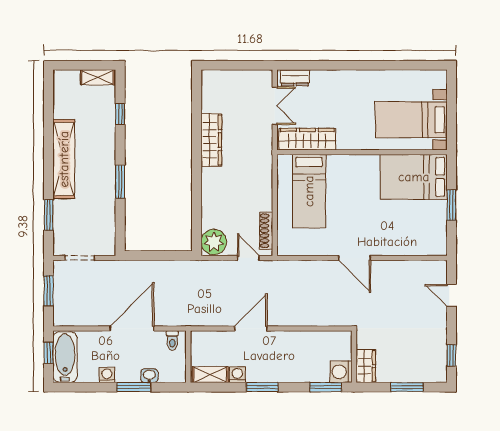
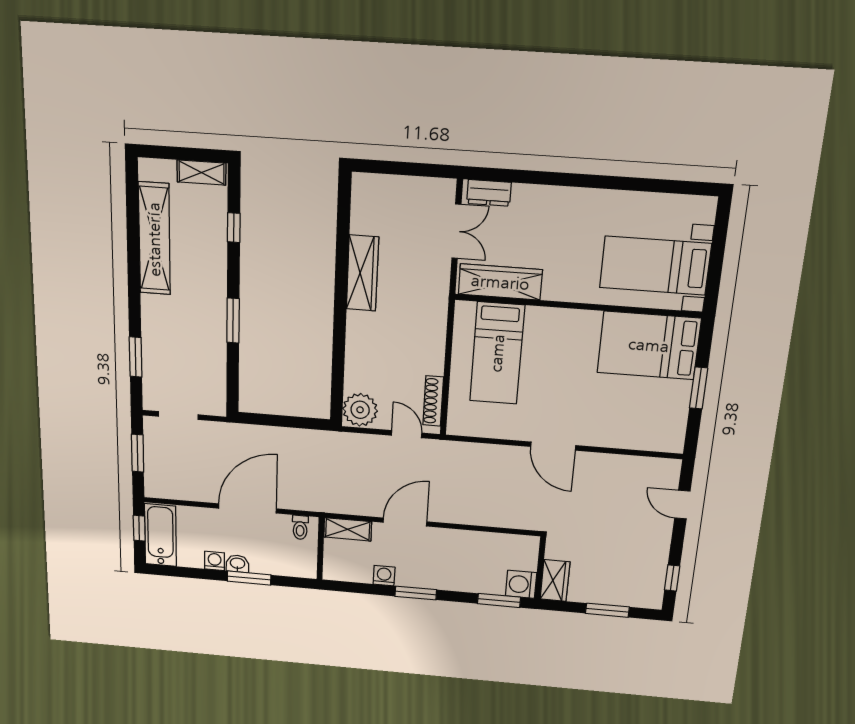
shelving: (64, 159) -> (154, 239), moved
shelving: (210, 375) -> (348, 529), moved
washbasin: (149, 376) -> (237, 564), moved

